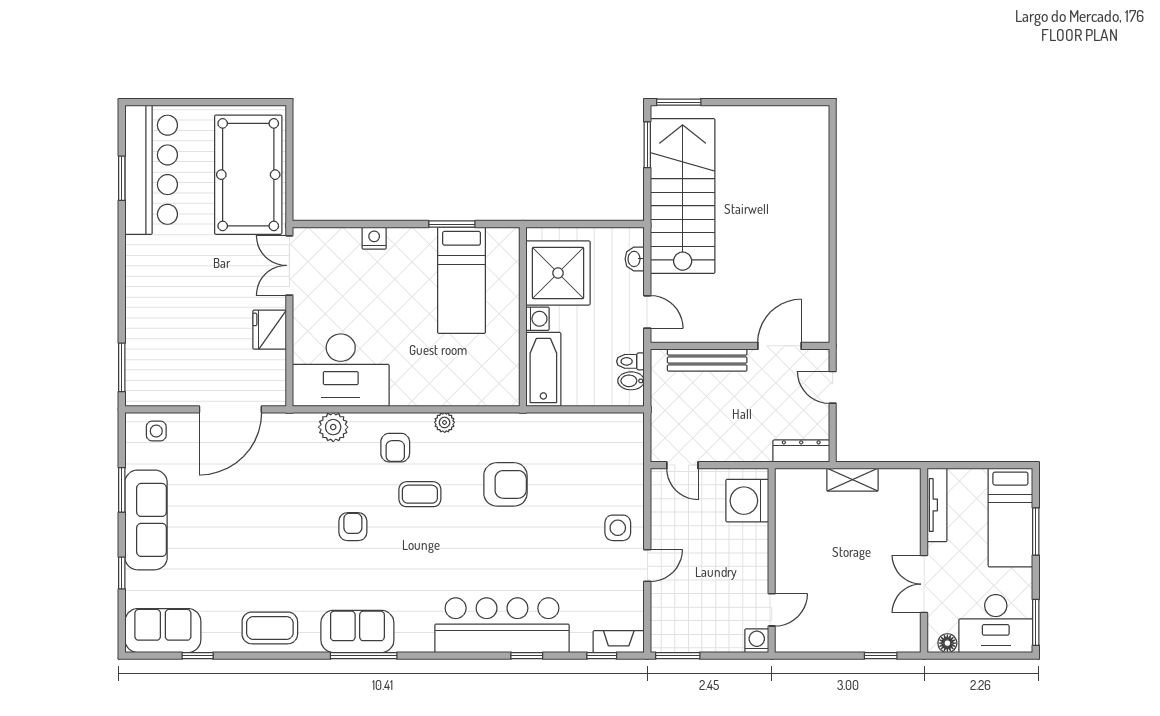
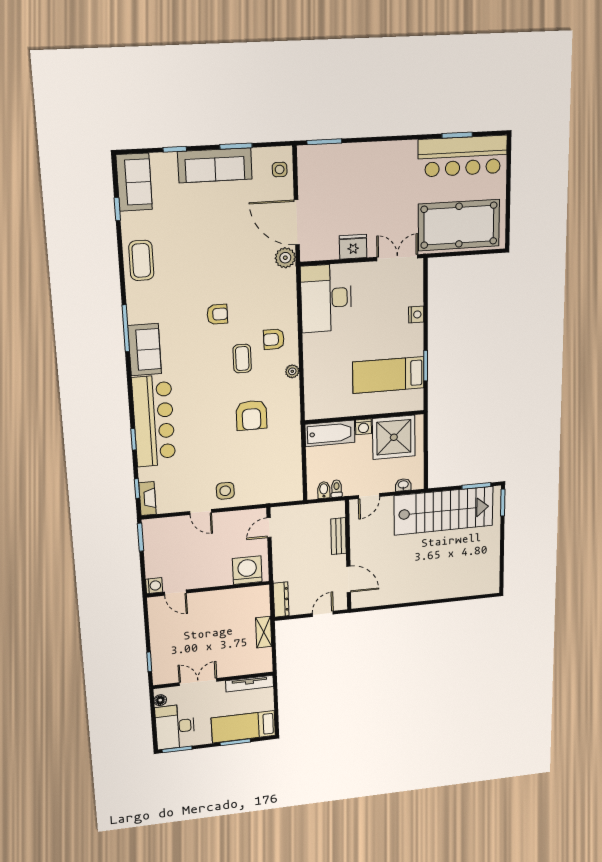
bench: (707, 360) -> (338, 536), width x0.73
plant: (333, 427) -> (285, 258), moved
sofa: (357, 631) -> (145, 350), moved

